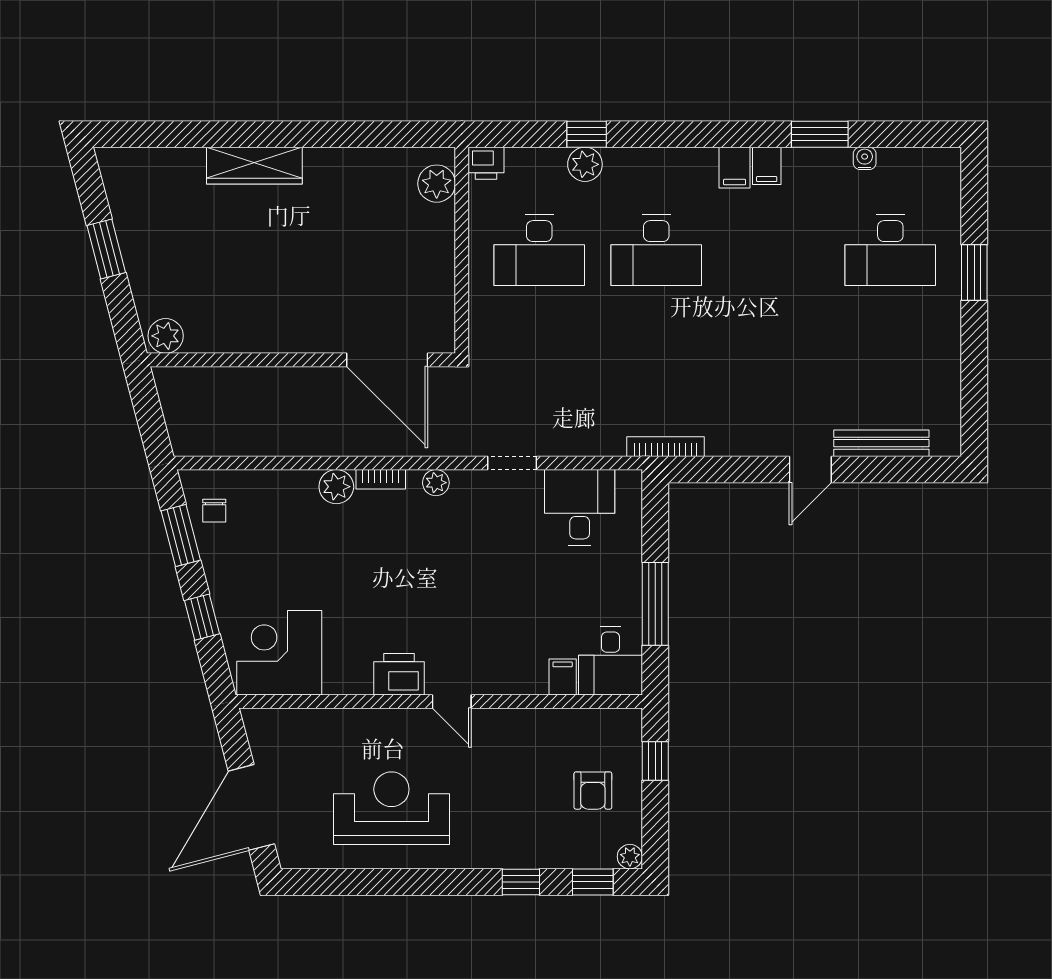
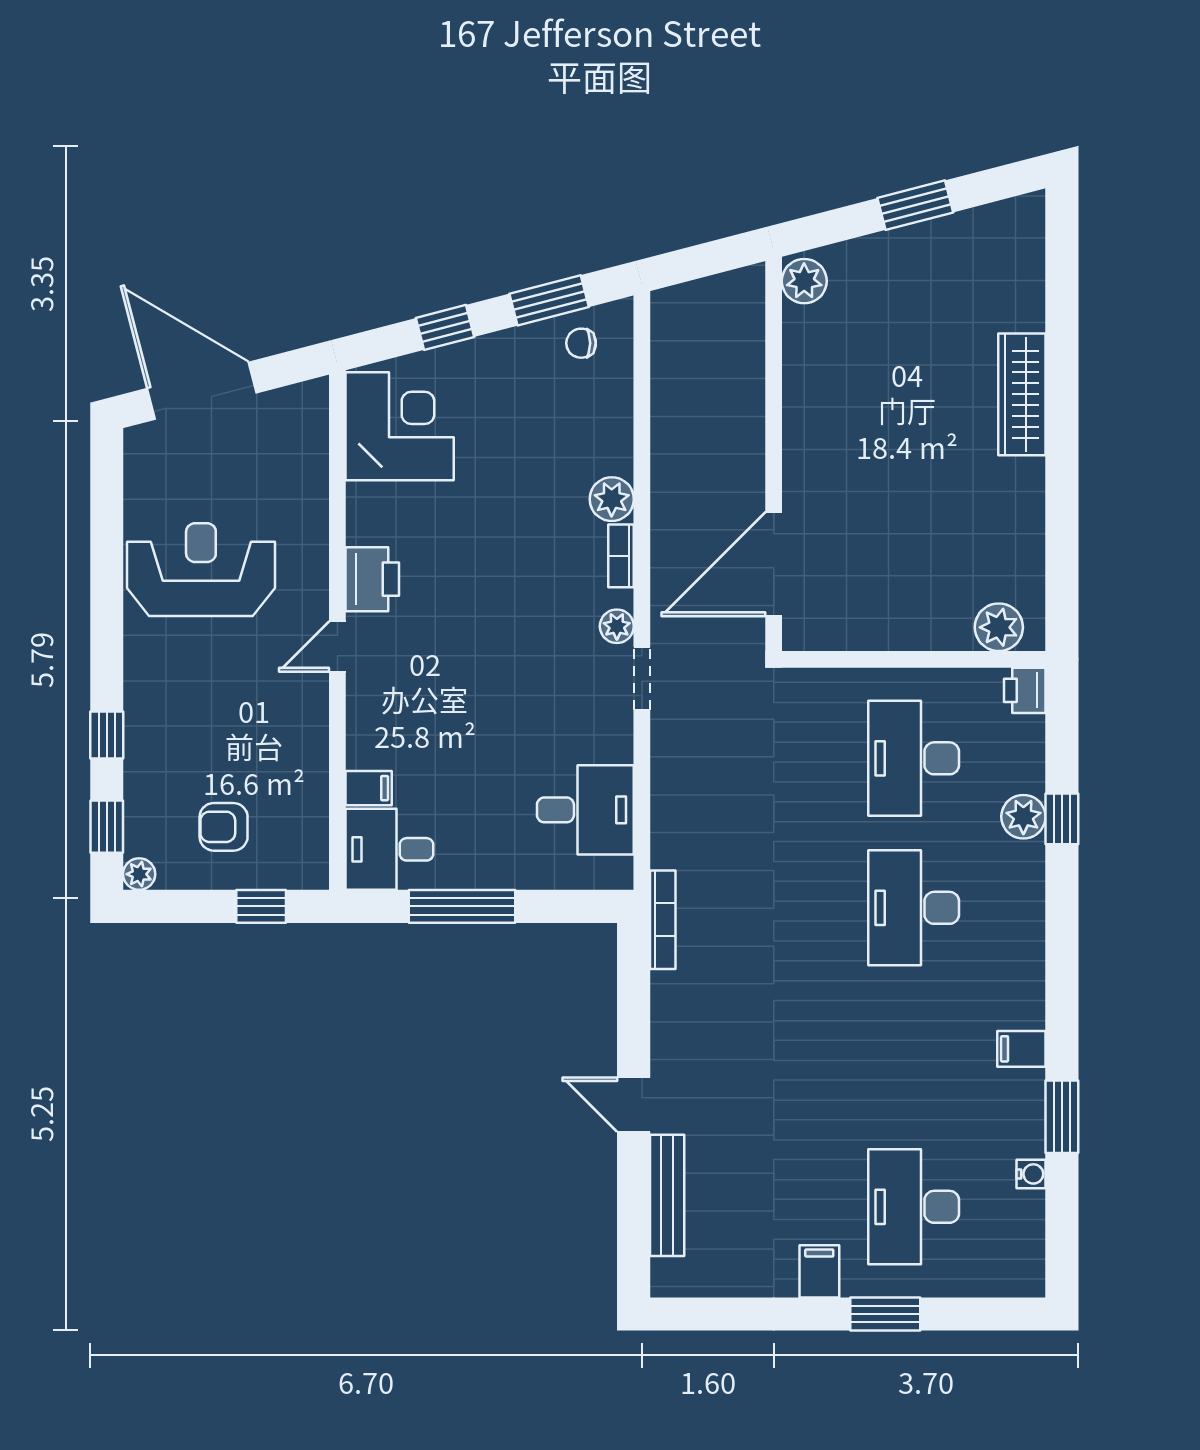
filing cabinet: (735, 168) -> (819, 1271), moved, turned 90
doorway: (512, 463) -> (642, 678), moved
reception desk: (391, 808) -> (201, 570), turned -90

